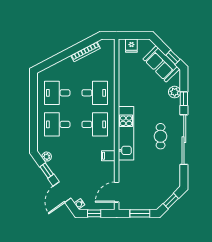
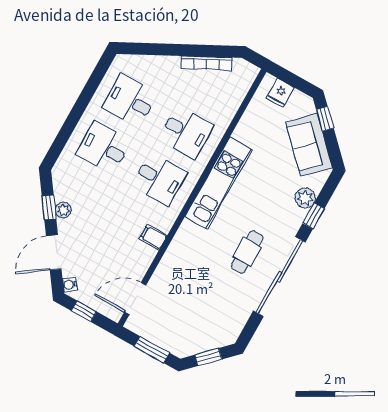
window: (173, 57) -> (325, 119), moved
kitchen unit: (126, 133) -> (218, 183), moved
plant: (47, 157) -> (63, 210), moved

